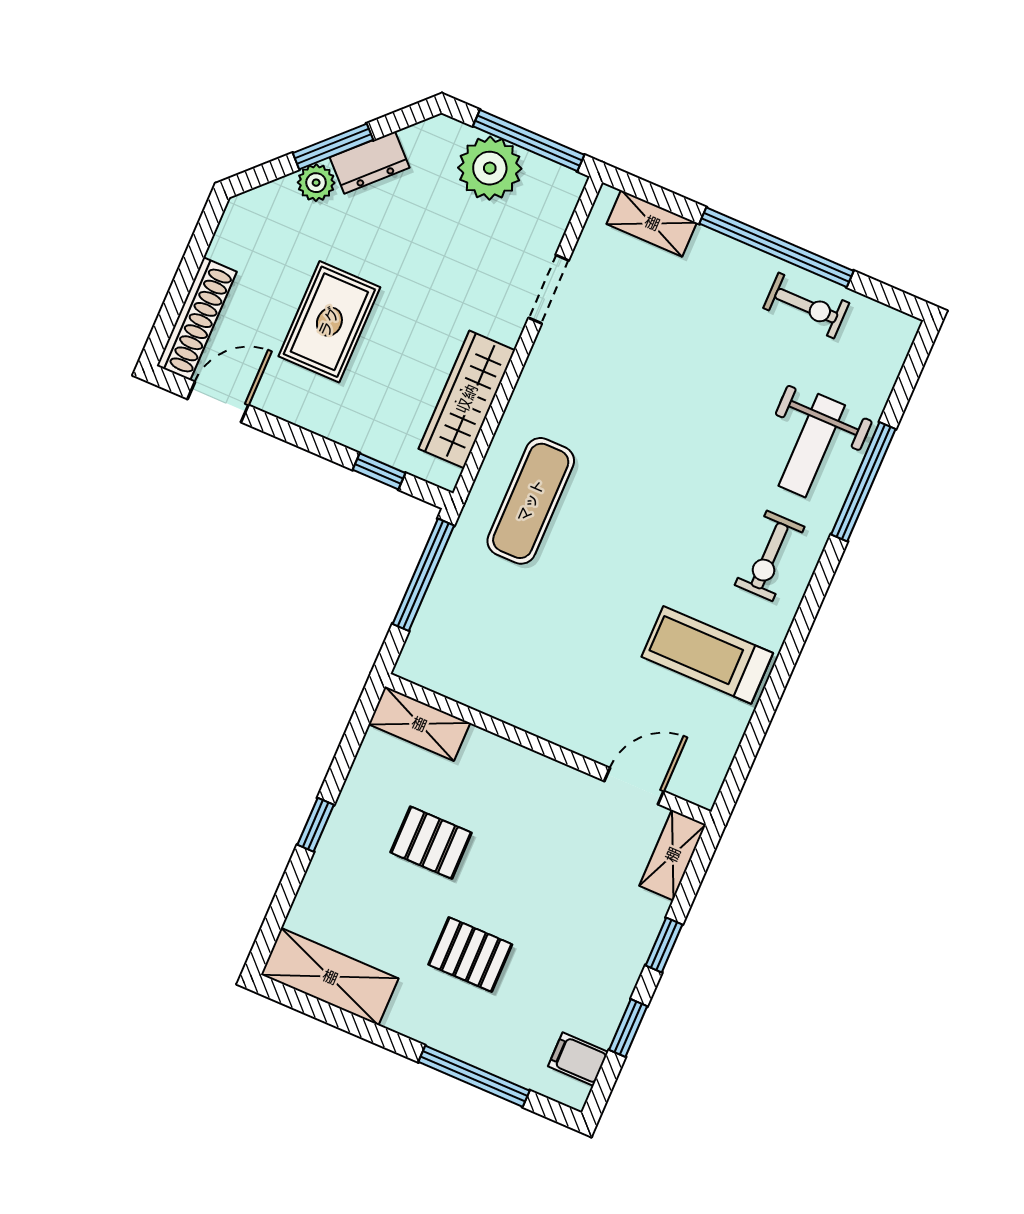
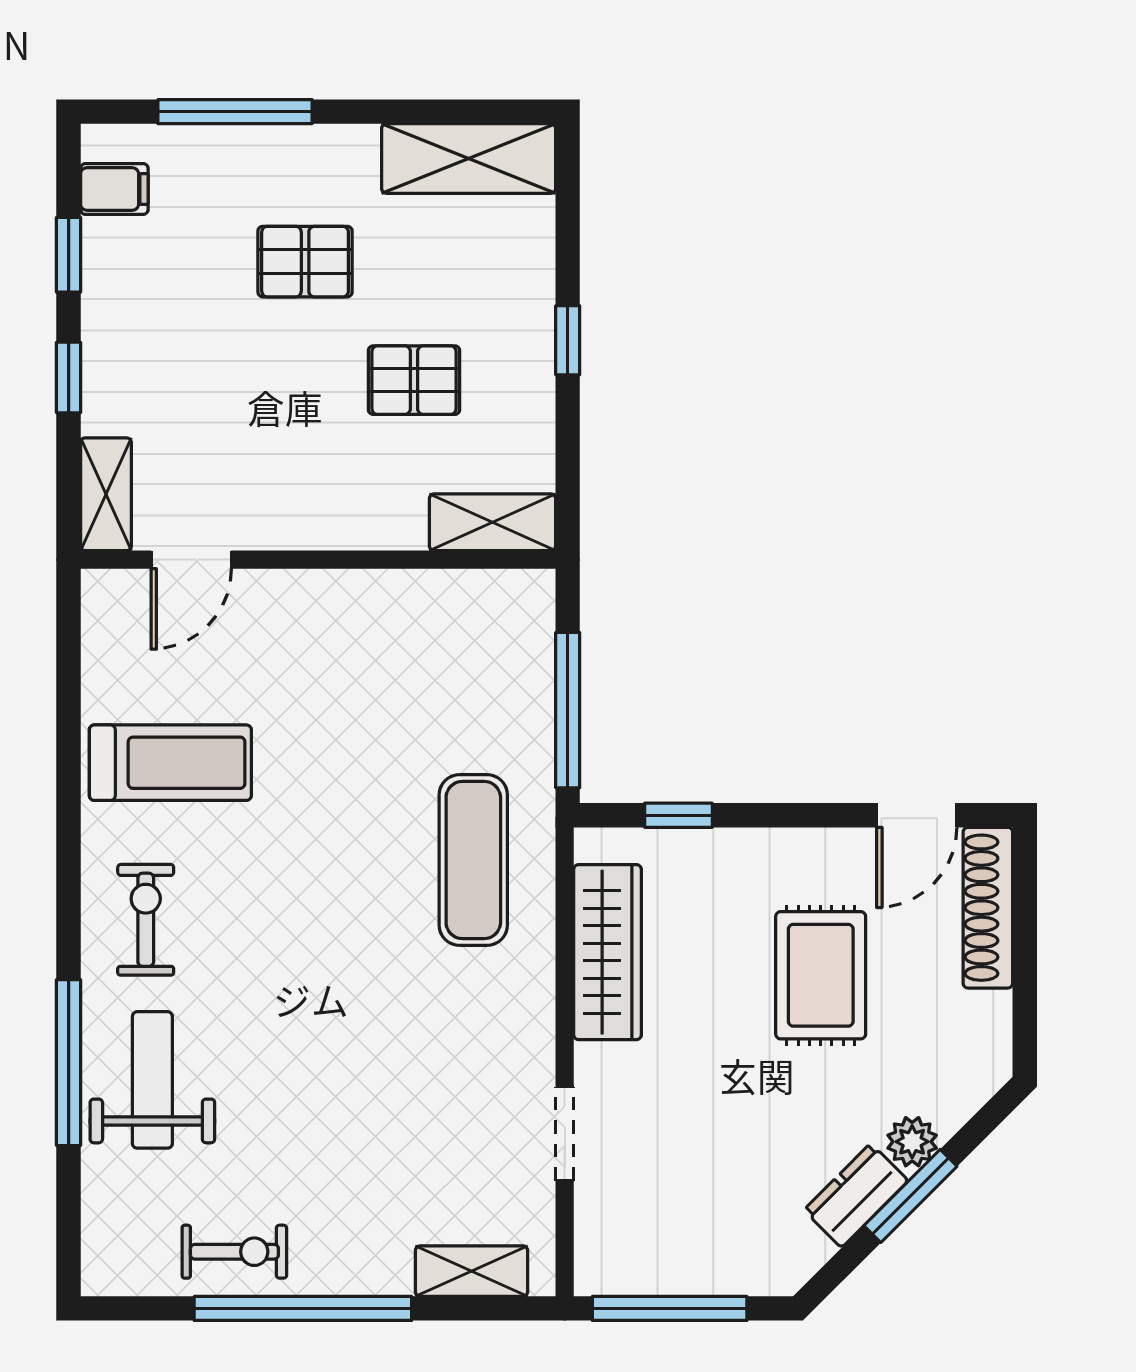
plant: (490, 168) -> (703, 1253), removed
exercise bike: (806, 306) -> (234, 1252), turned 180

